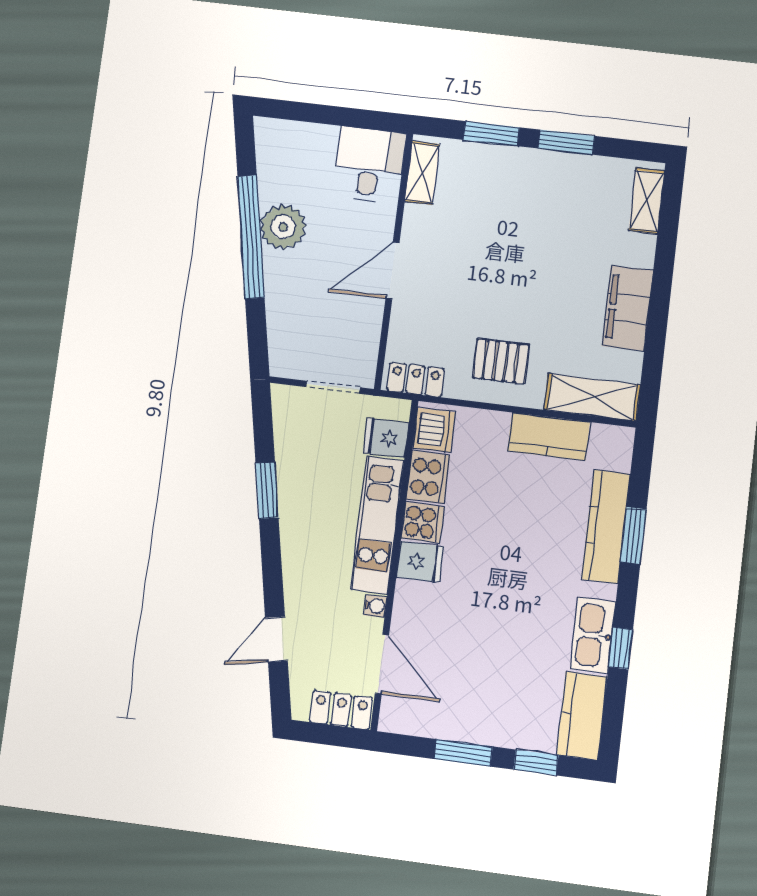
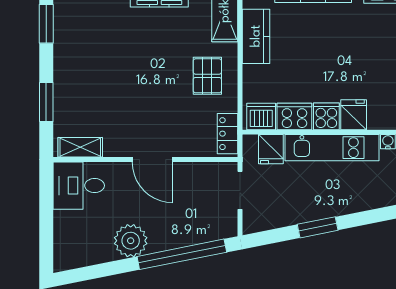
window: (566, 142) -> (46, 24), moved
window: (251, 237) -> (182, 254), moved

